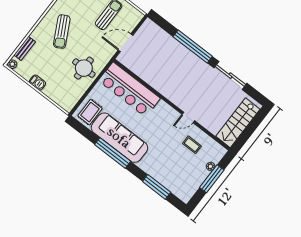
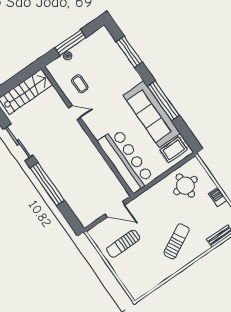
round table: (84, 68) -> (185, 186), moved

